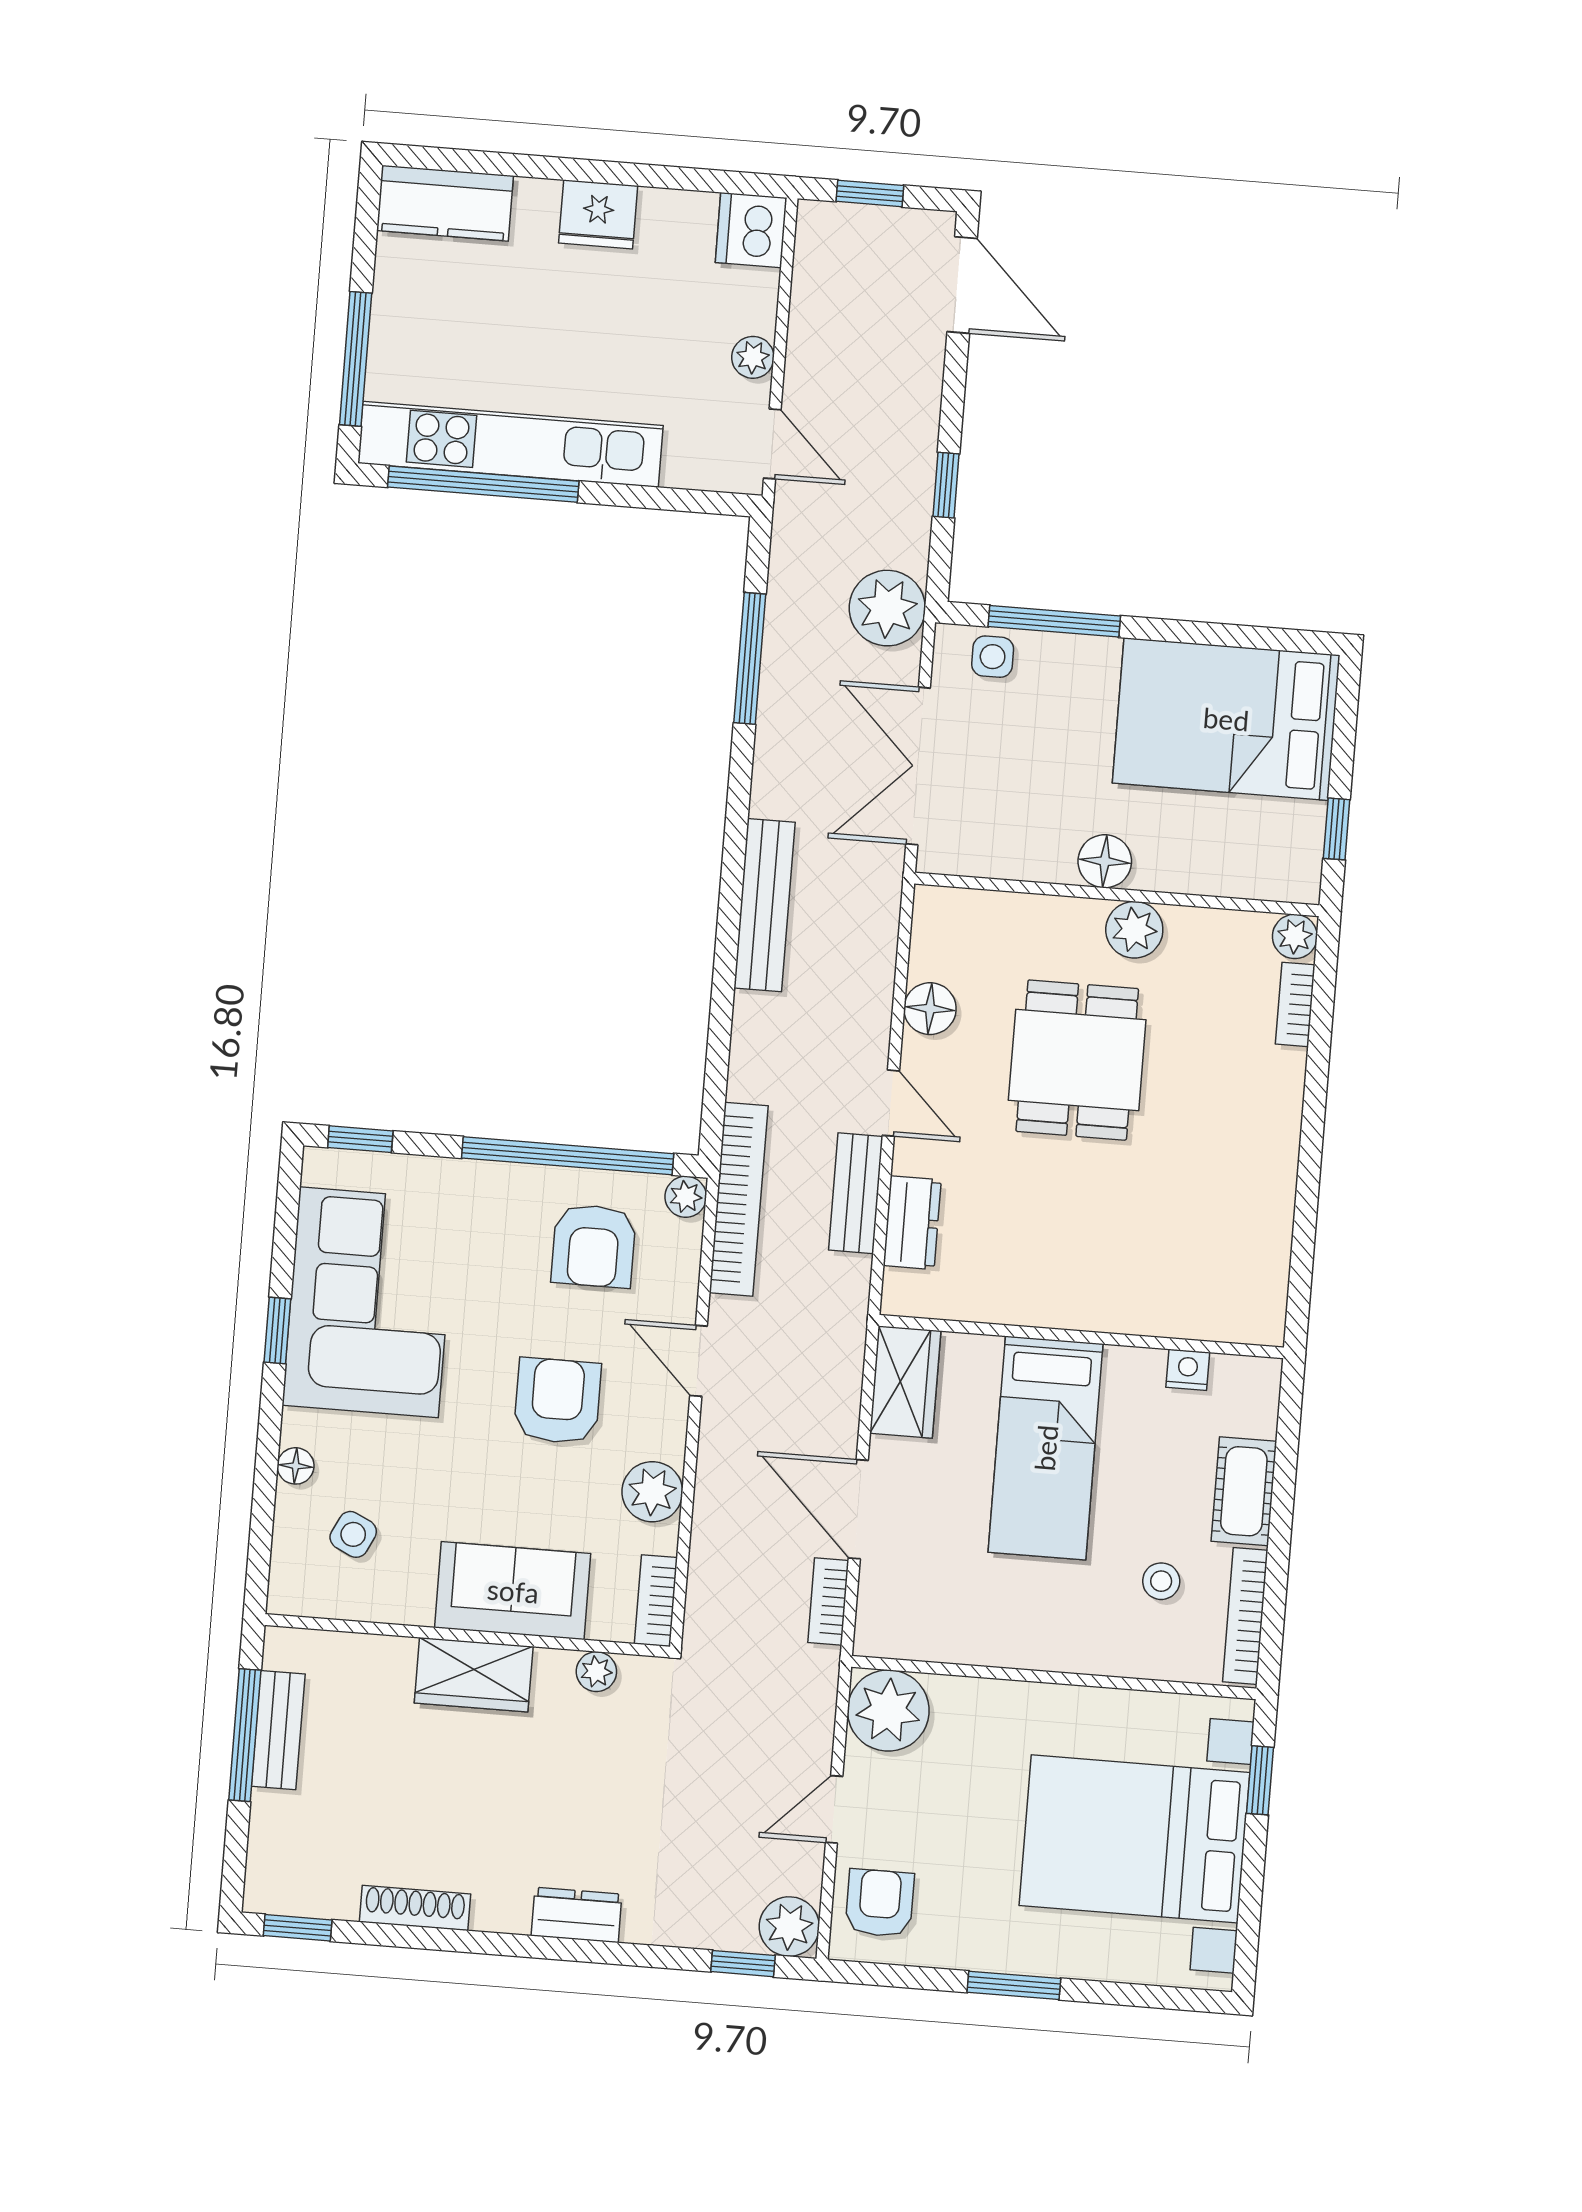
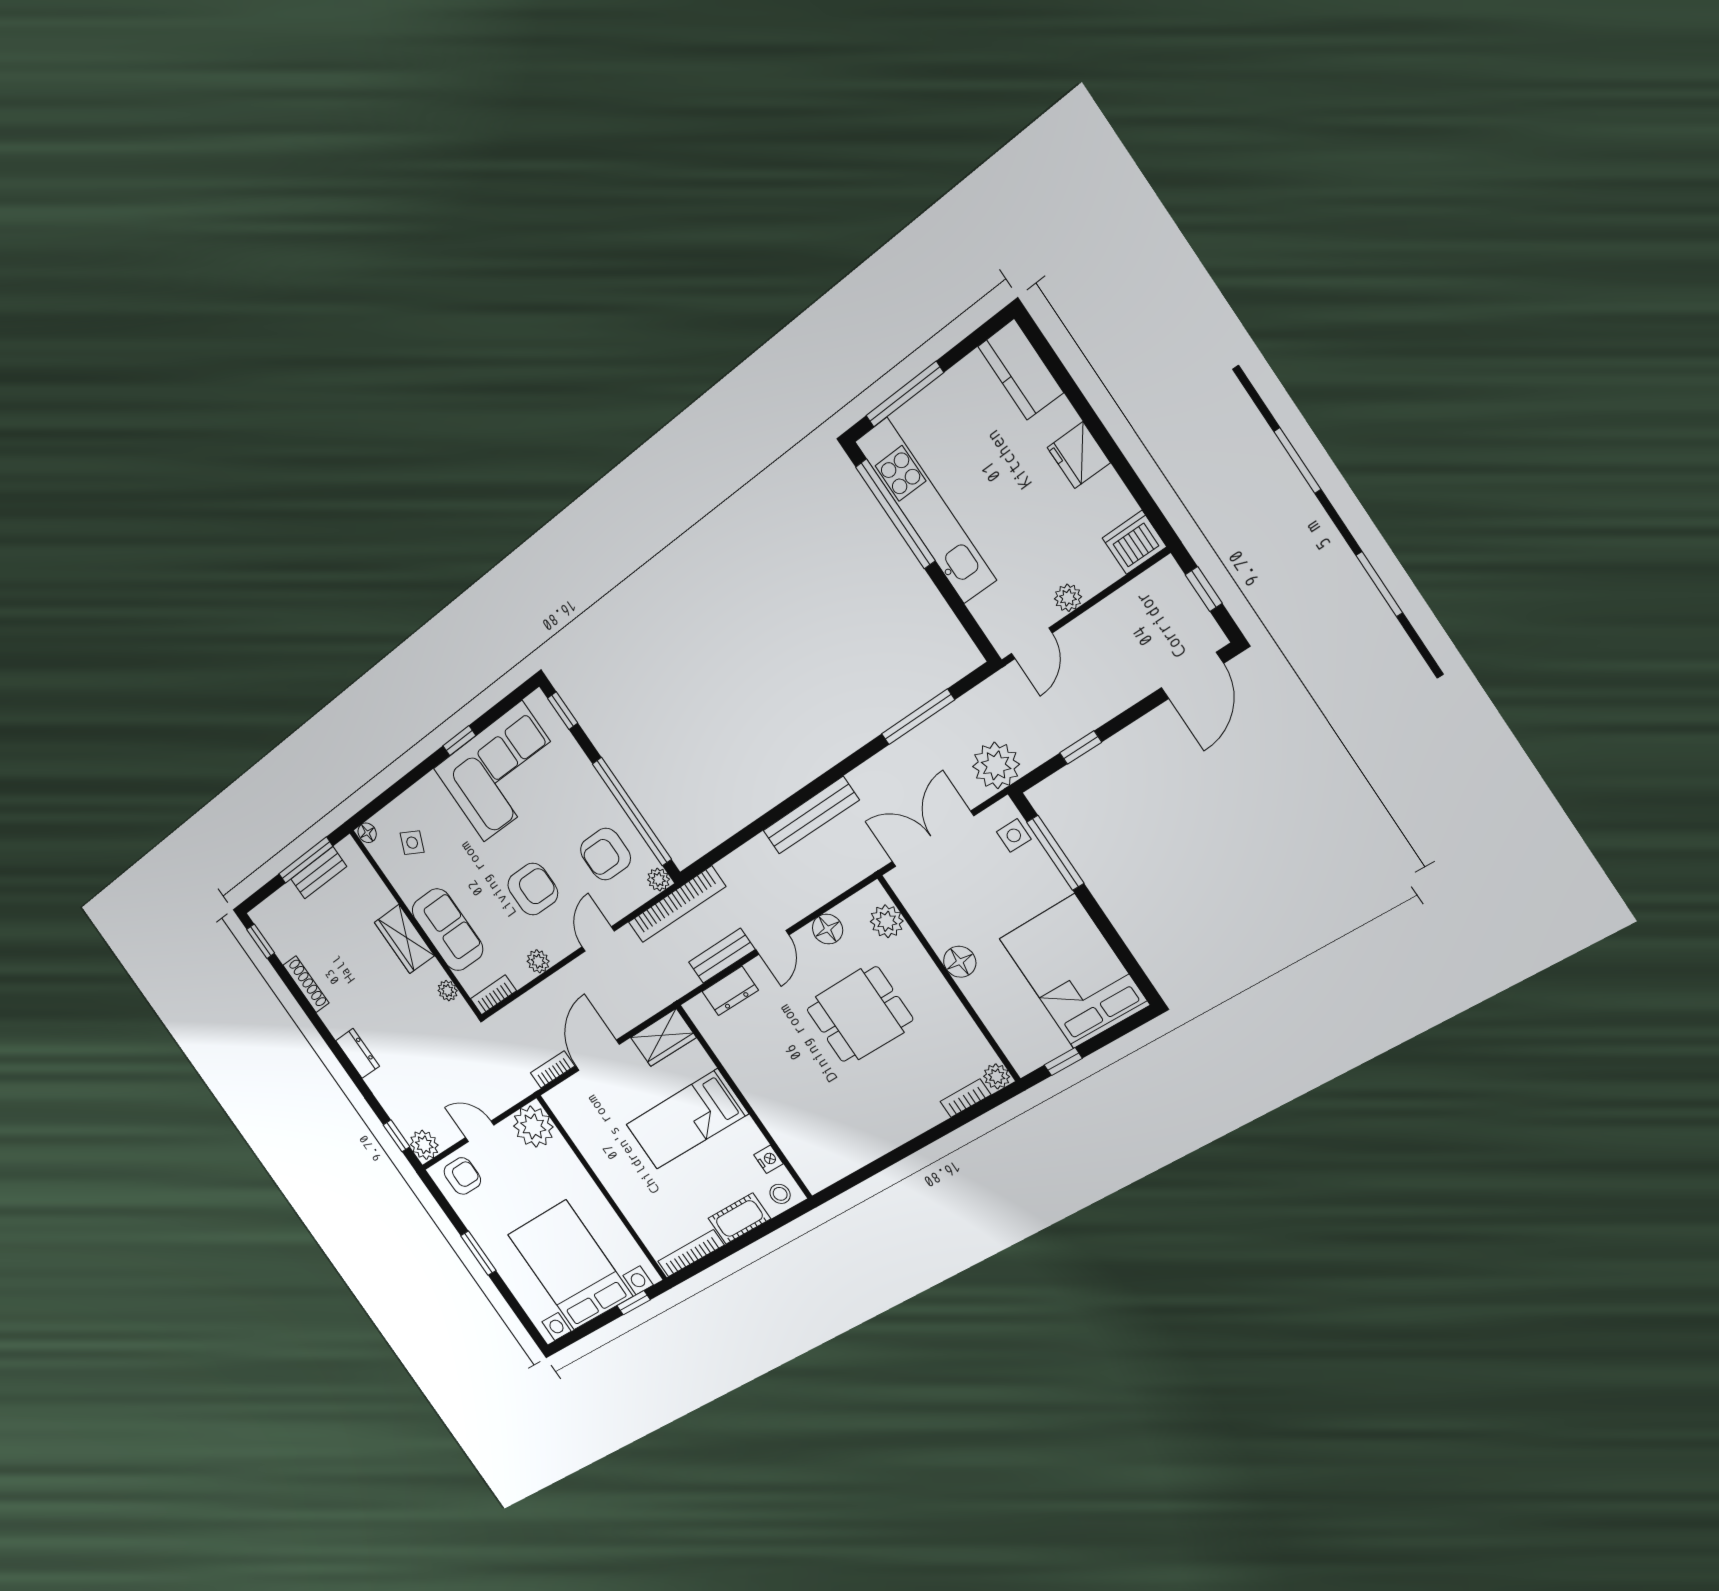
plant: (1134, 930) -> (887, 921), moved
floor lamp: (296, 1466) -> (367, 833), moved
plant: (652, 1492) -> (538, 961), width x0.73, depth x0.73
stool: (1161, 1581) -> (780, 1194), moved

